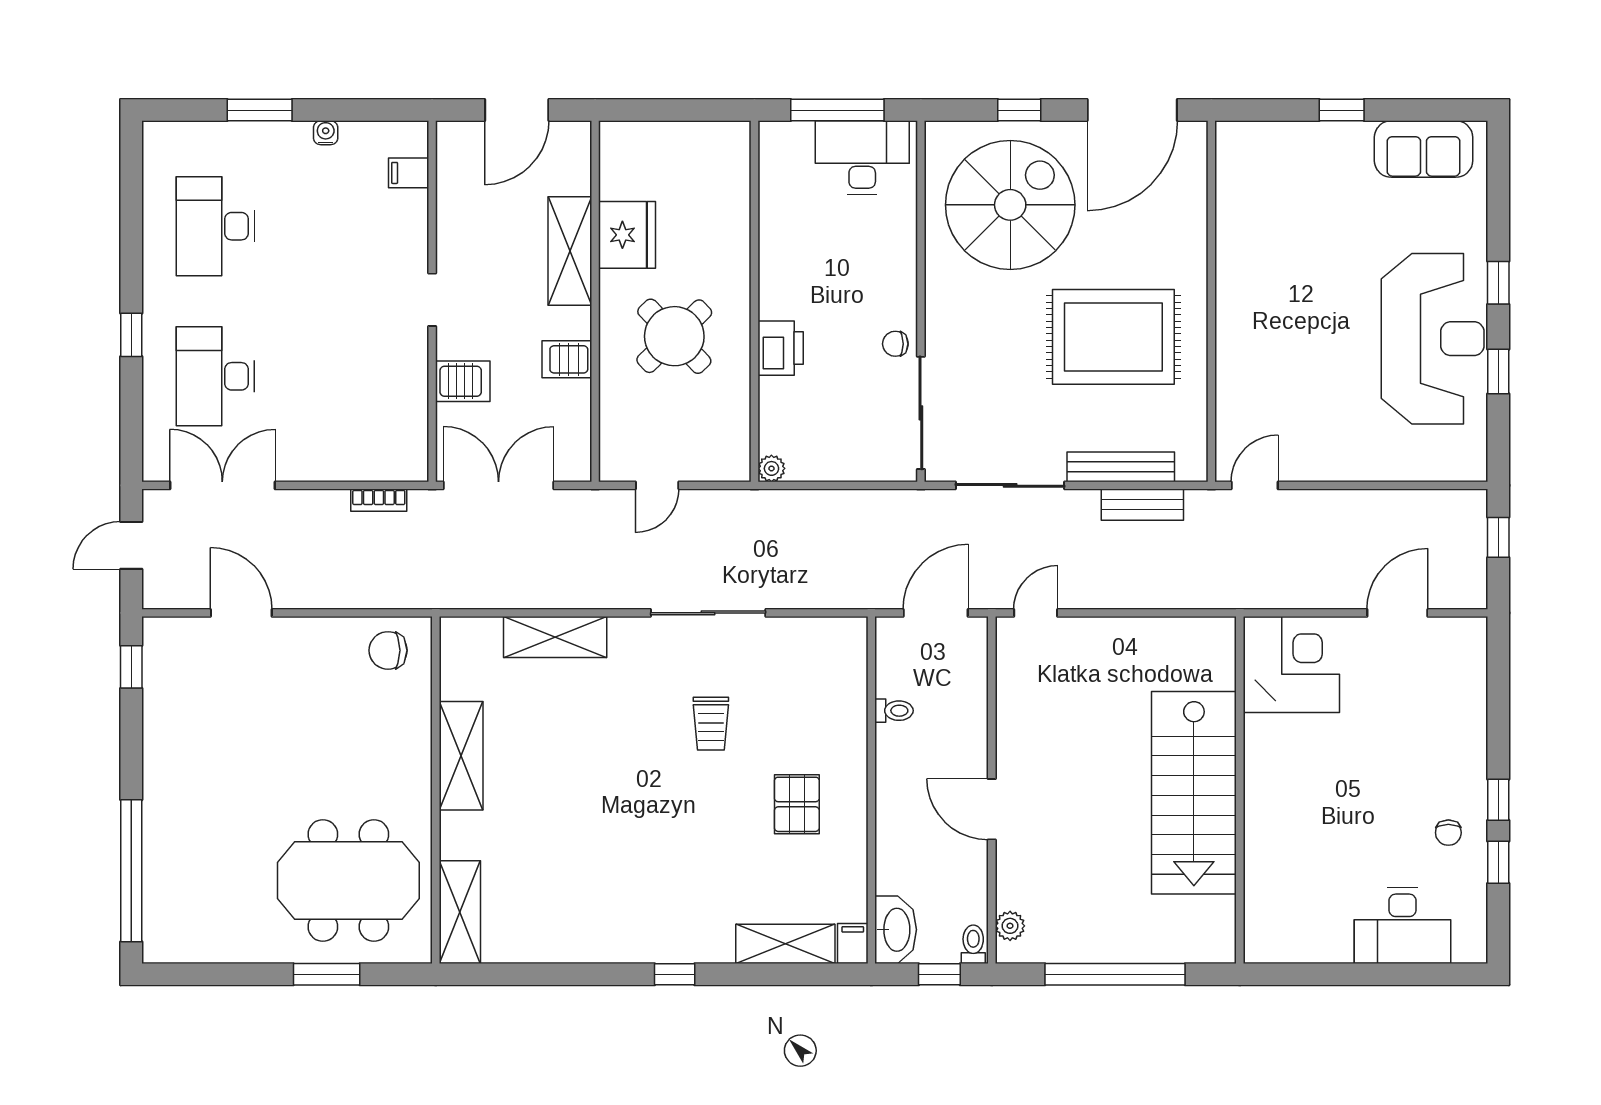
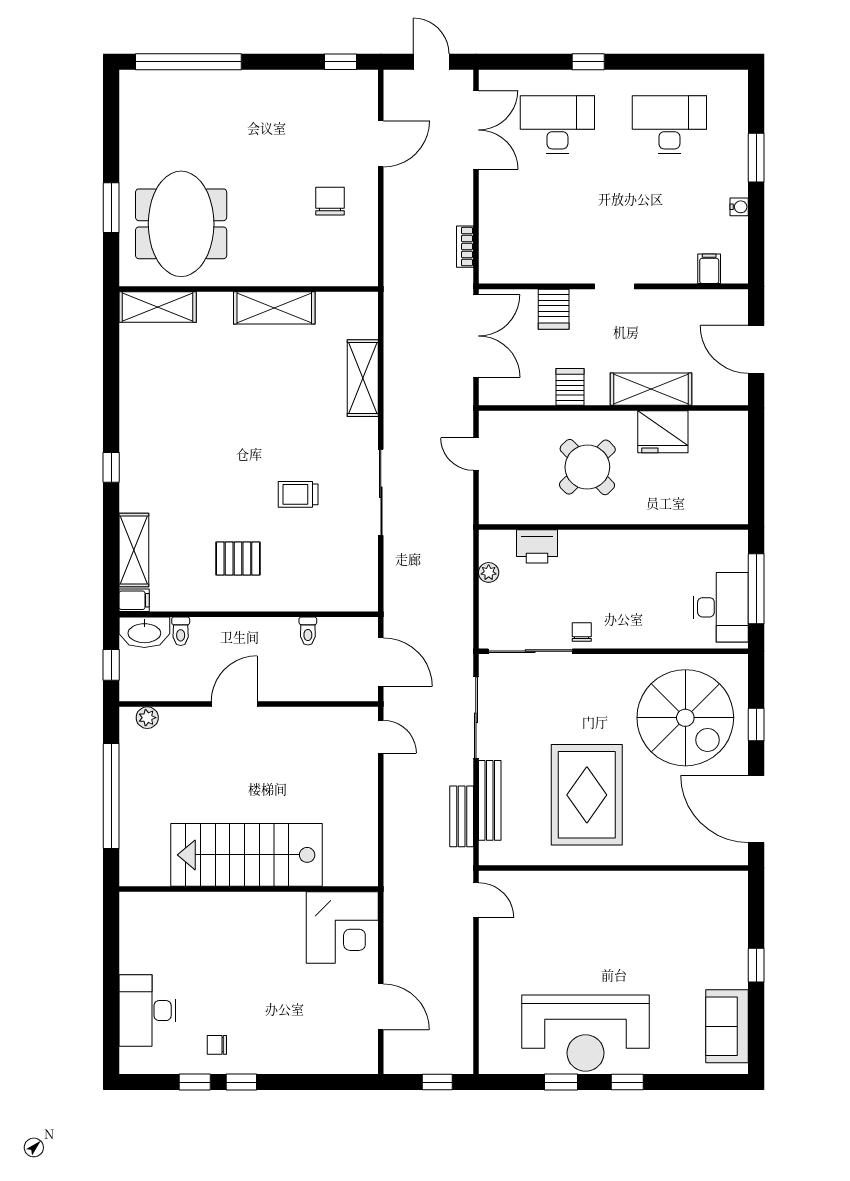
printer: (781, 348) -> (537, 546), moved
plant: (771, 468) -> (489, 572), moved
chair: (388, 650) -> (330, 201), moved
toilet: (973, 944) -> (181, 631), moved, turned 90

